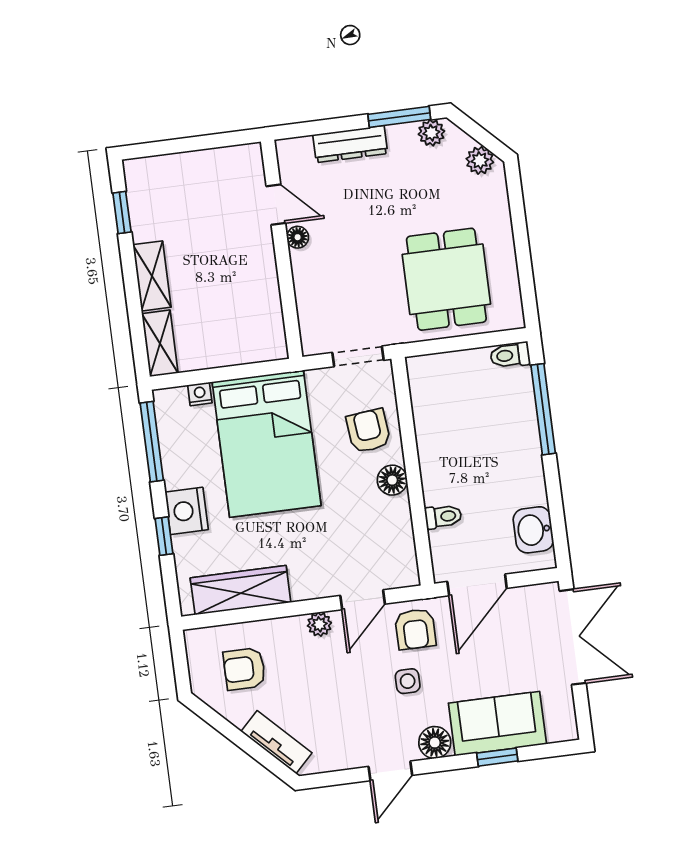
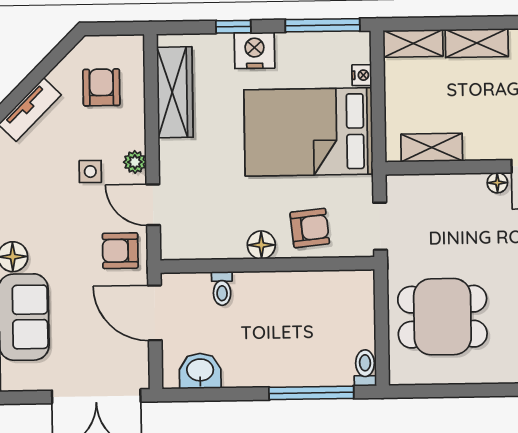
shelving: (268, 311) -> (432, 148), added
side table: (408, 681) -> (90, 172), moved

